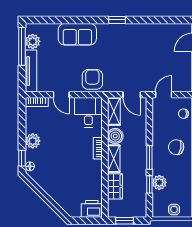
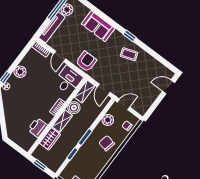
coffee table: (130, 39) -> (129, 54), added
plant: (159, 182) -> (108, 120), moved
printer: (92, 209) -> (38, 128), moved, turned -90

